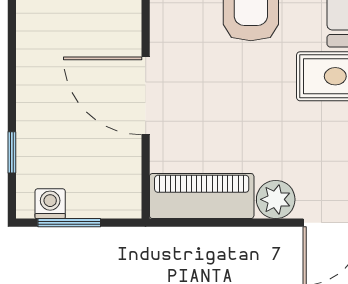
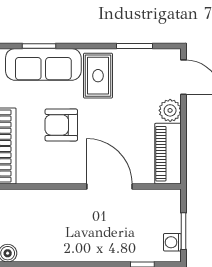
door: (146, 96) -> (109, 187), swing flipped

